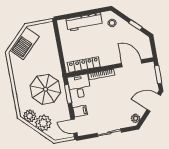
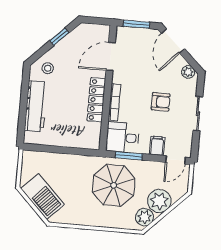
locker: (84, 65) -> (96, 100), moved
armchair: (110, 105) -> (161, 102), added

